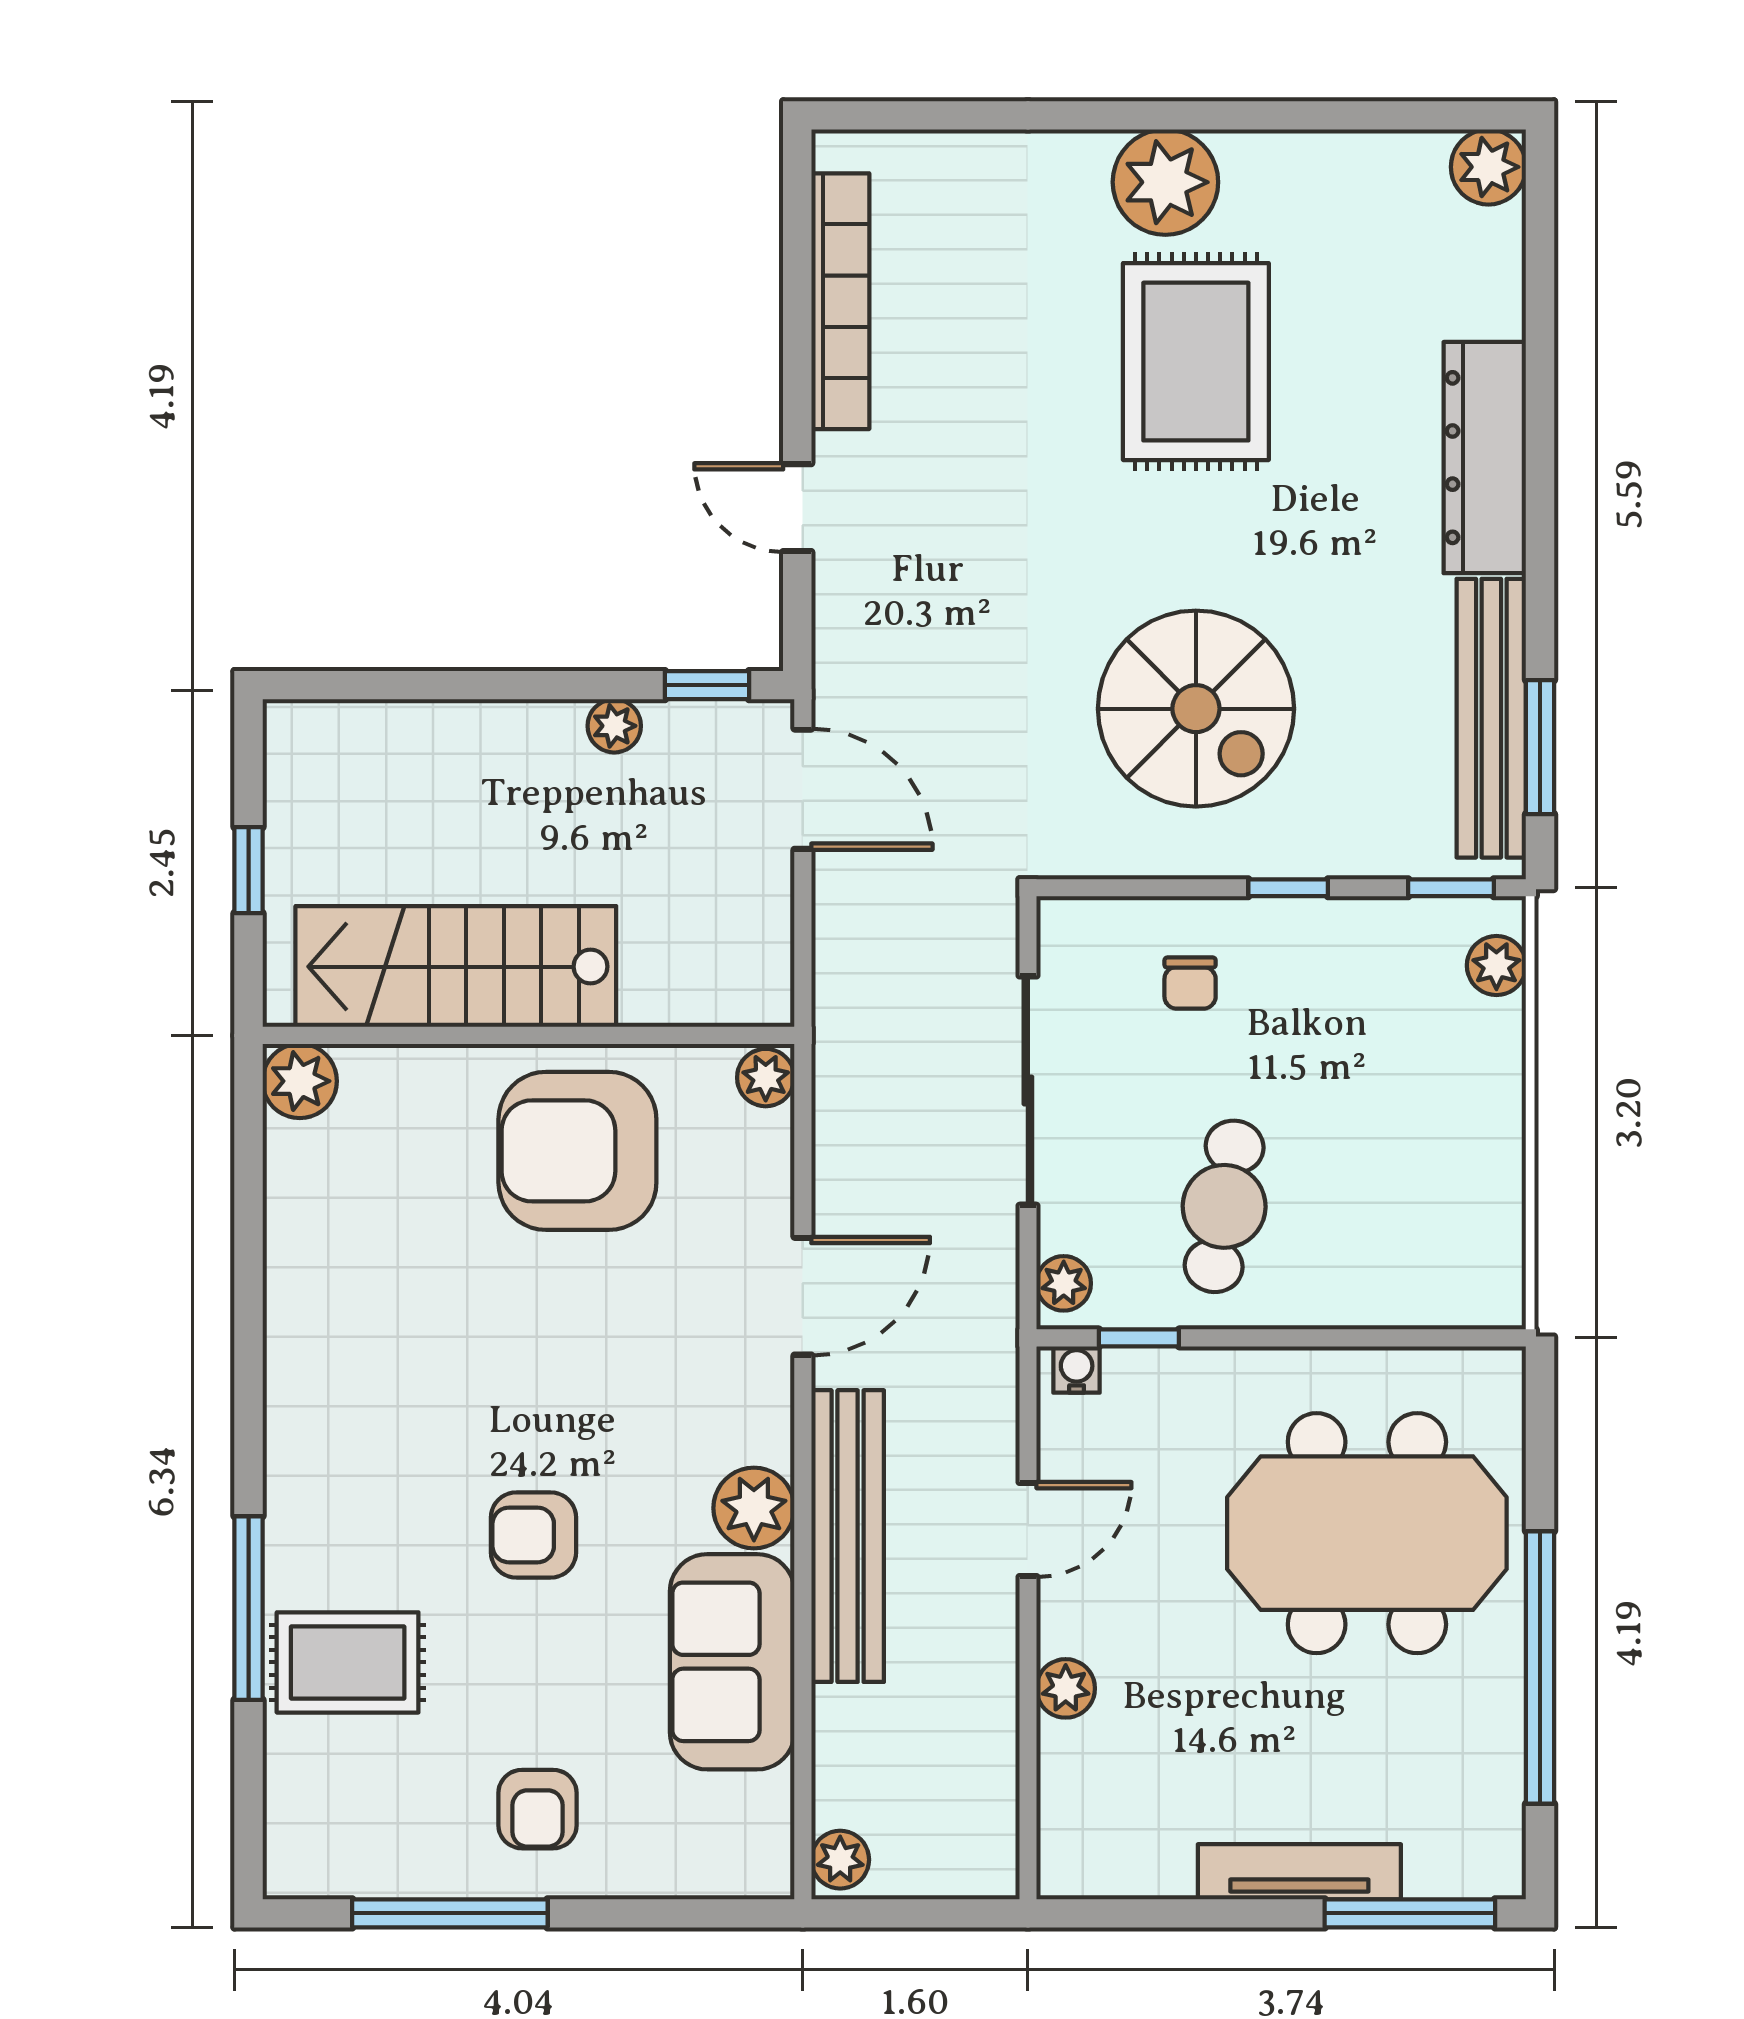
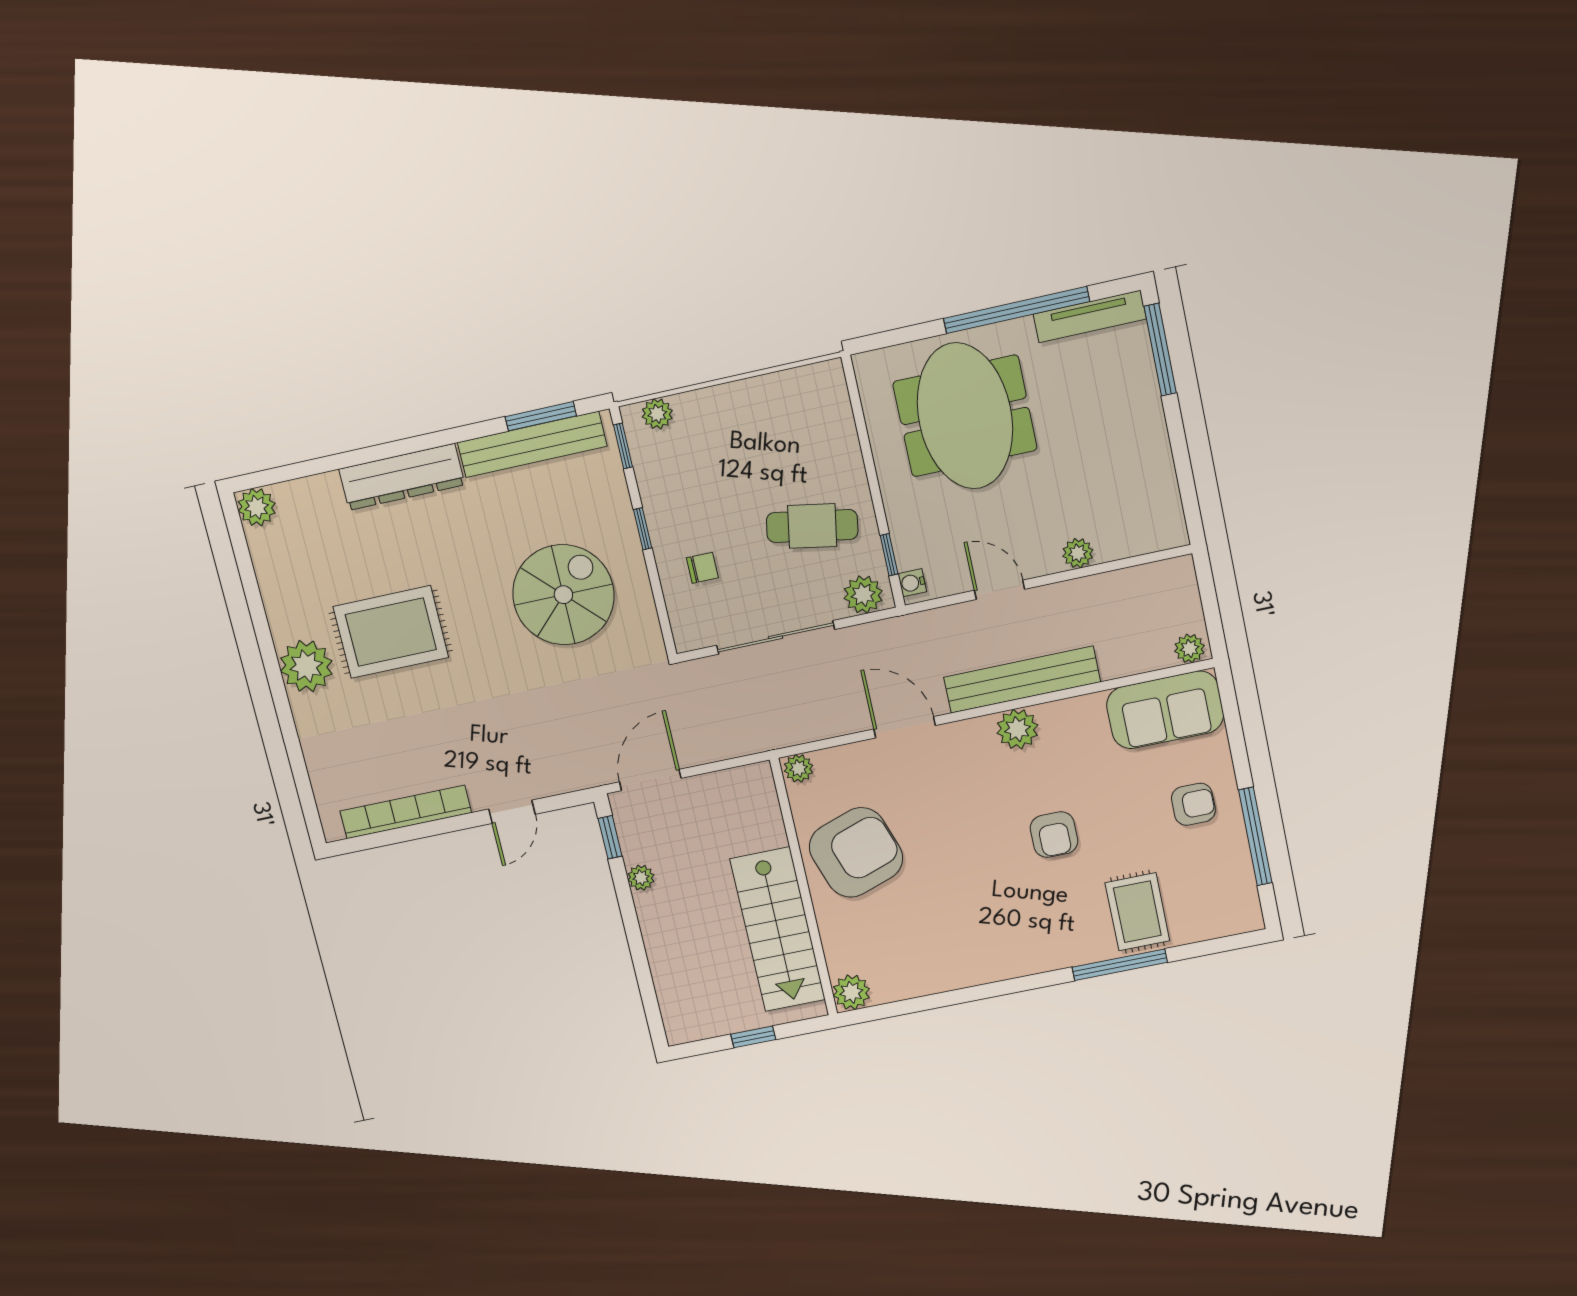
armchair: (577, 1151) -> (856, 852), turned -109
plant: (1064, 1283) -> (863, 595), width x1.38, depth x1.38
sofa: (732, 1662) -> (1165, 710), moved
tv unit: (1299, 1872) -> (1090, 317), moved, turned -90

